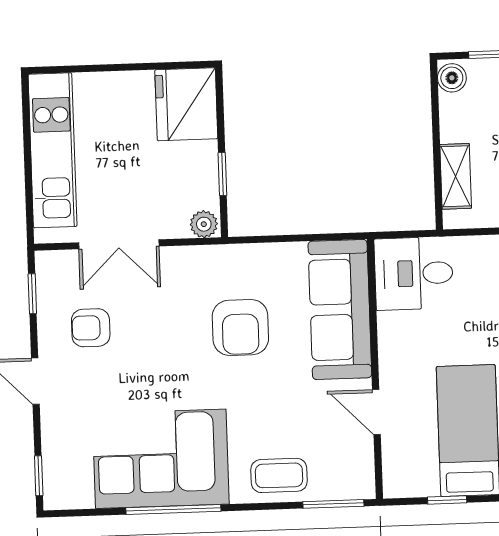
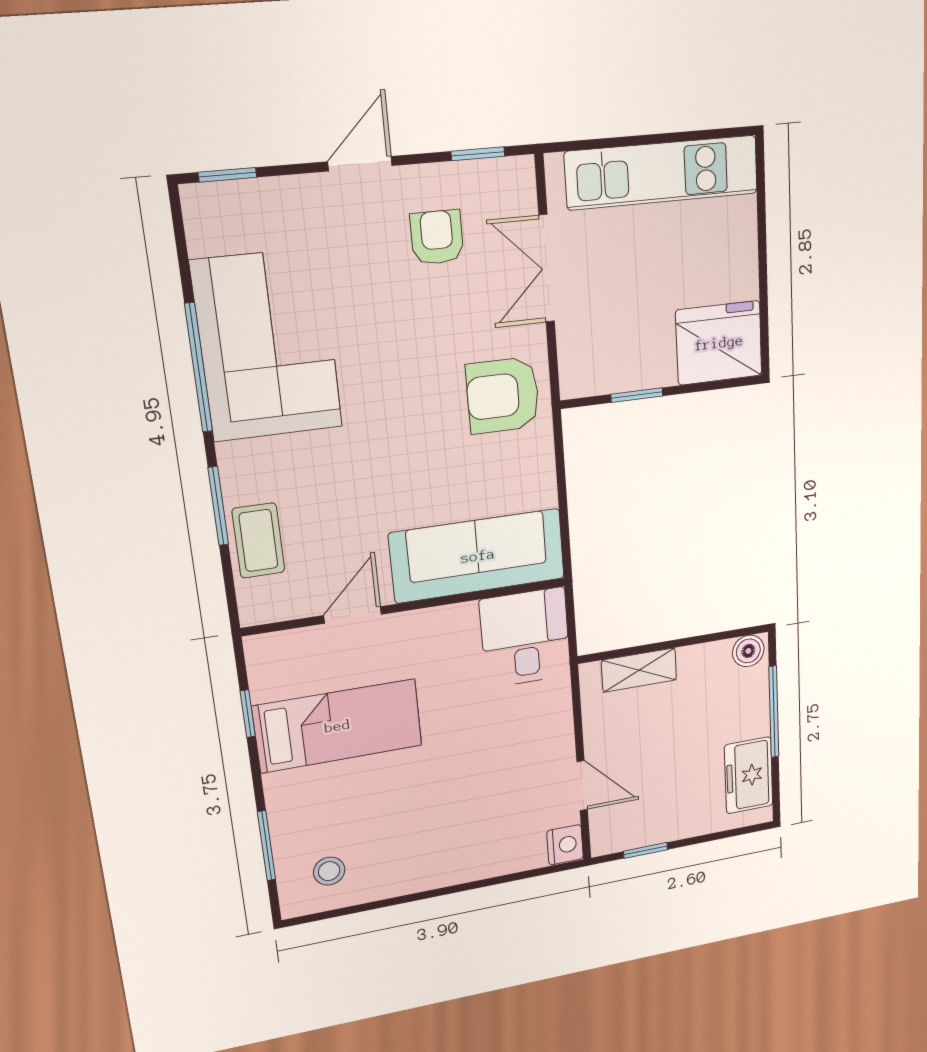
plant: (204, 224) -> (575, 377), removed
armchair: (240, 327) -> (503, 396), moved
coffee table: (279, 475) -> (258, 541), moved
window: (333, 504) -> (218, 506), moved

